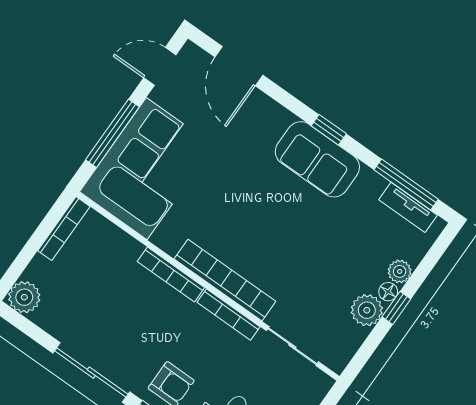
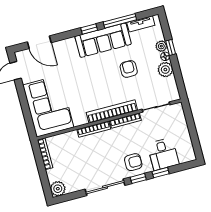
window: (112, 133) -> (25, 108), removed
sofa: (317, 159) -> (103, 40), width x1.36
window: (406, 185) -> (120, 21), moved
armchair: (318, 249) -> (129, 69), added
window: (396, 308) -> (171, 47), moved

